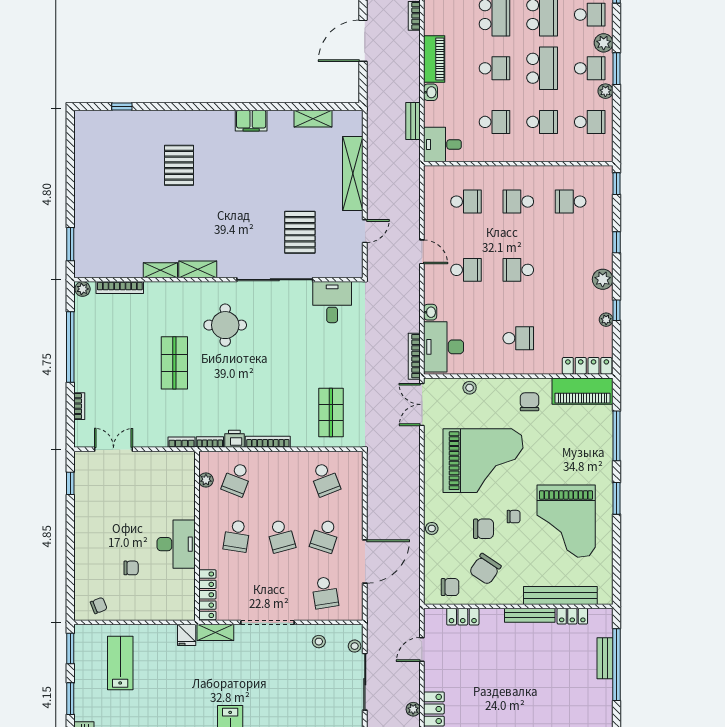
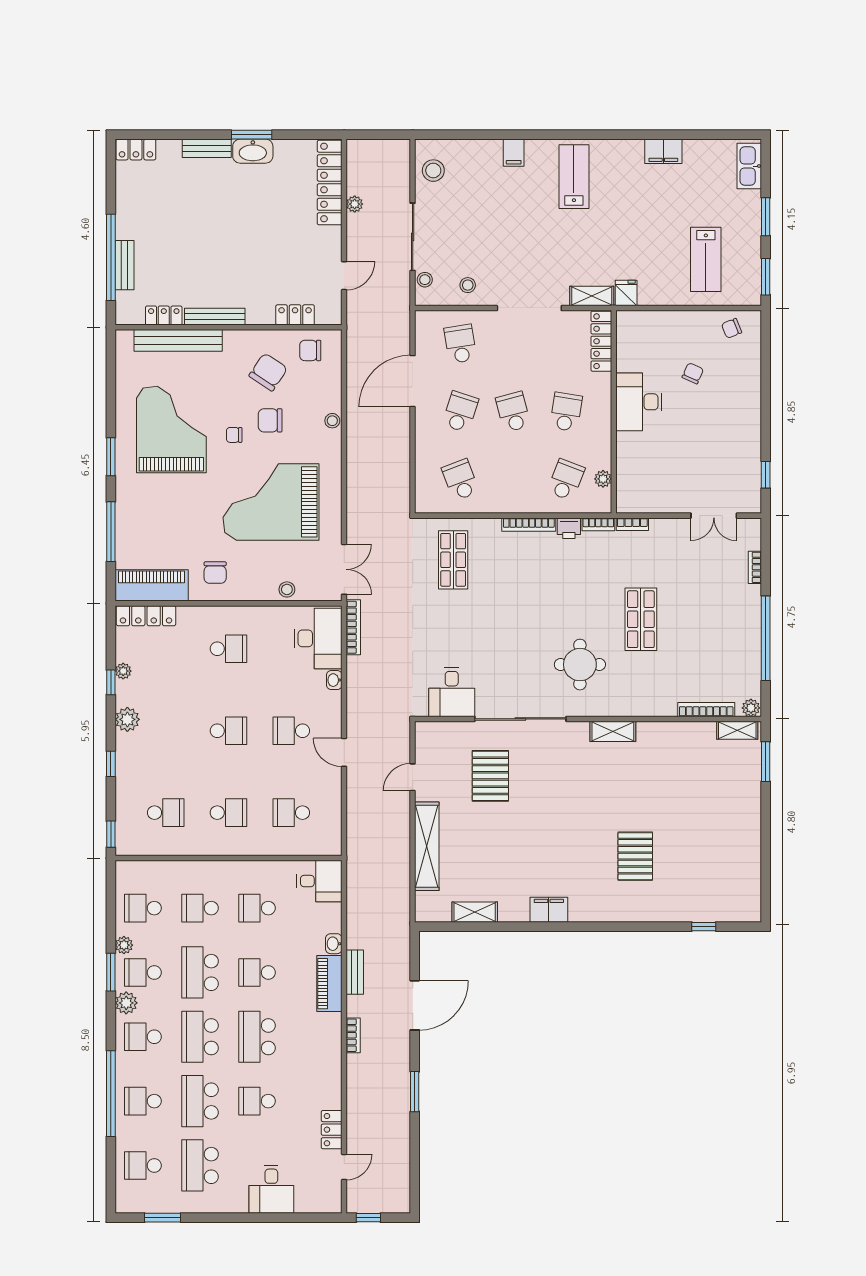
bench: (413, 121) -> (355, 972), moved
shelving: (160, 270) -> (737, 730), moved
school desk: (518, 338) -> (229, 649), turned 180
chair: (131, 568) -> (693, 373), turned 114

